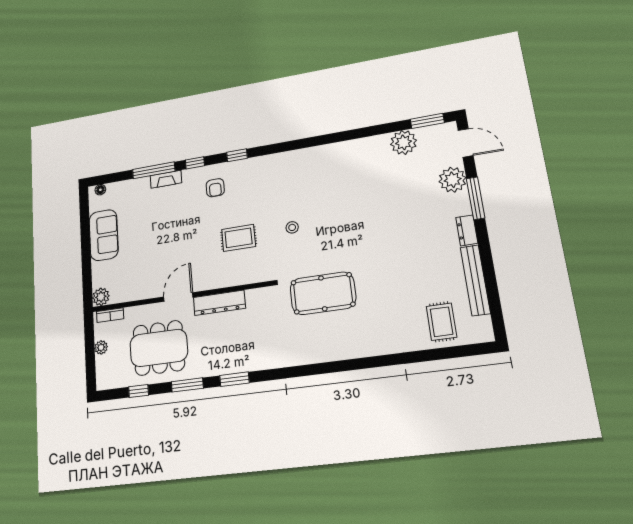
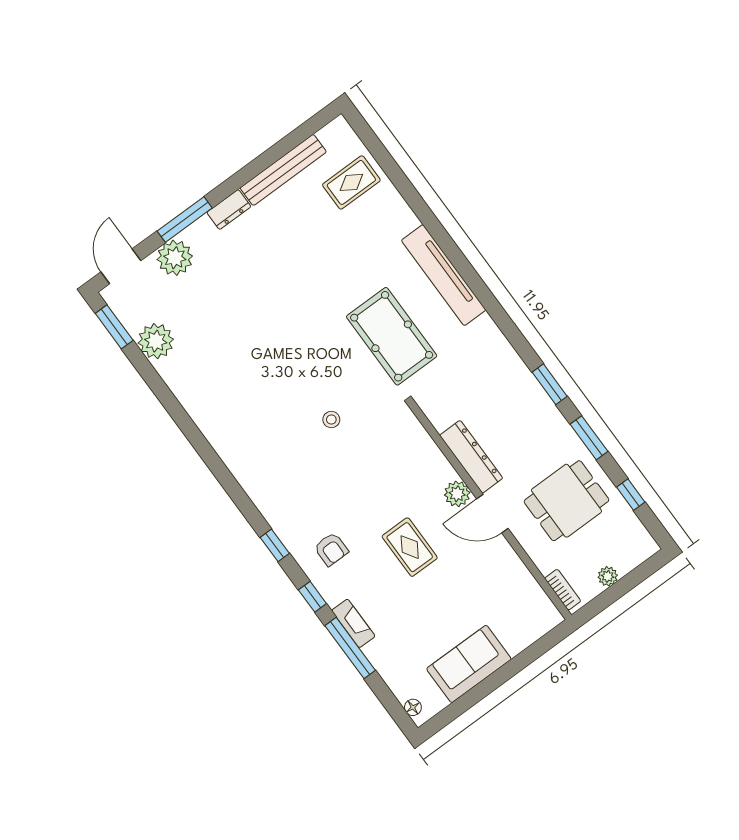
armchair: (215, 188) -> (331, 549), turned 90
rug: (239, 238) -> (410, 547), moved
plant: (101, 297) -> (457, 494), moved
dining table: (159, 348) -> (566, 501), width x0.73
tv unit: (344, 350) -> (444, 275), added

